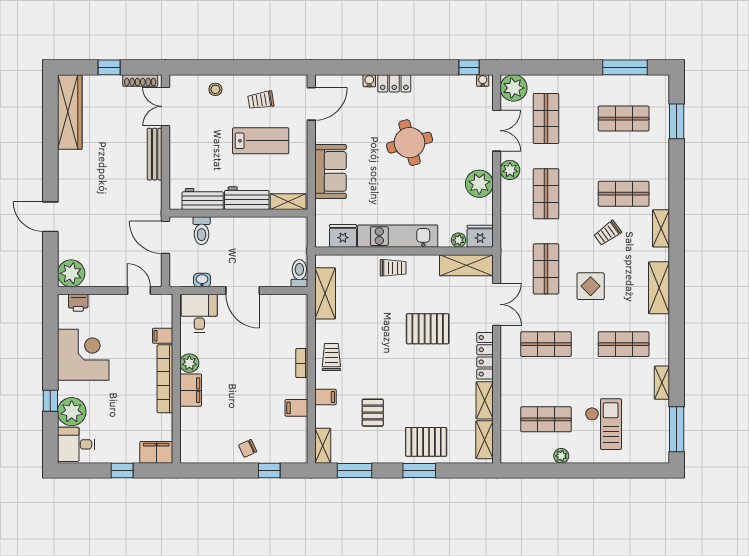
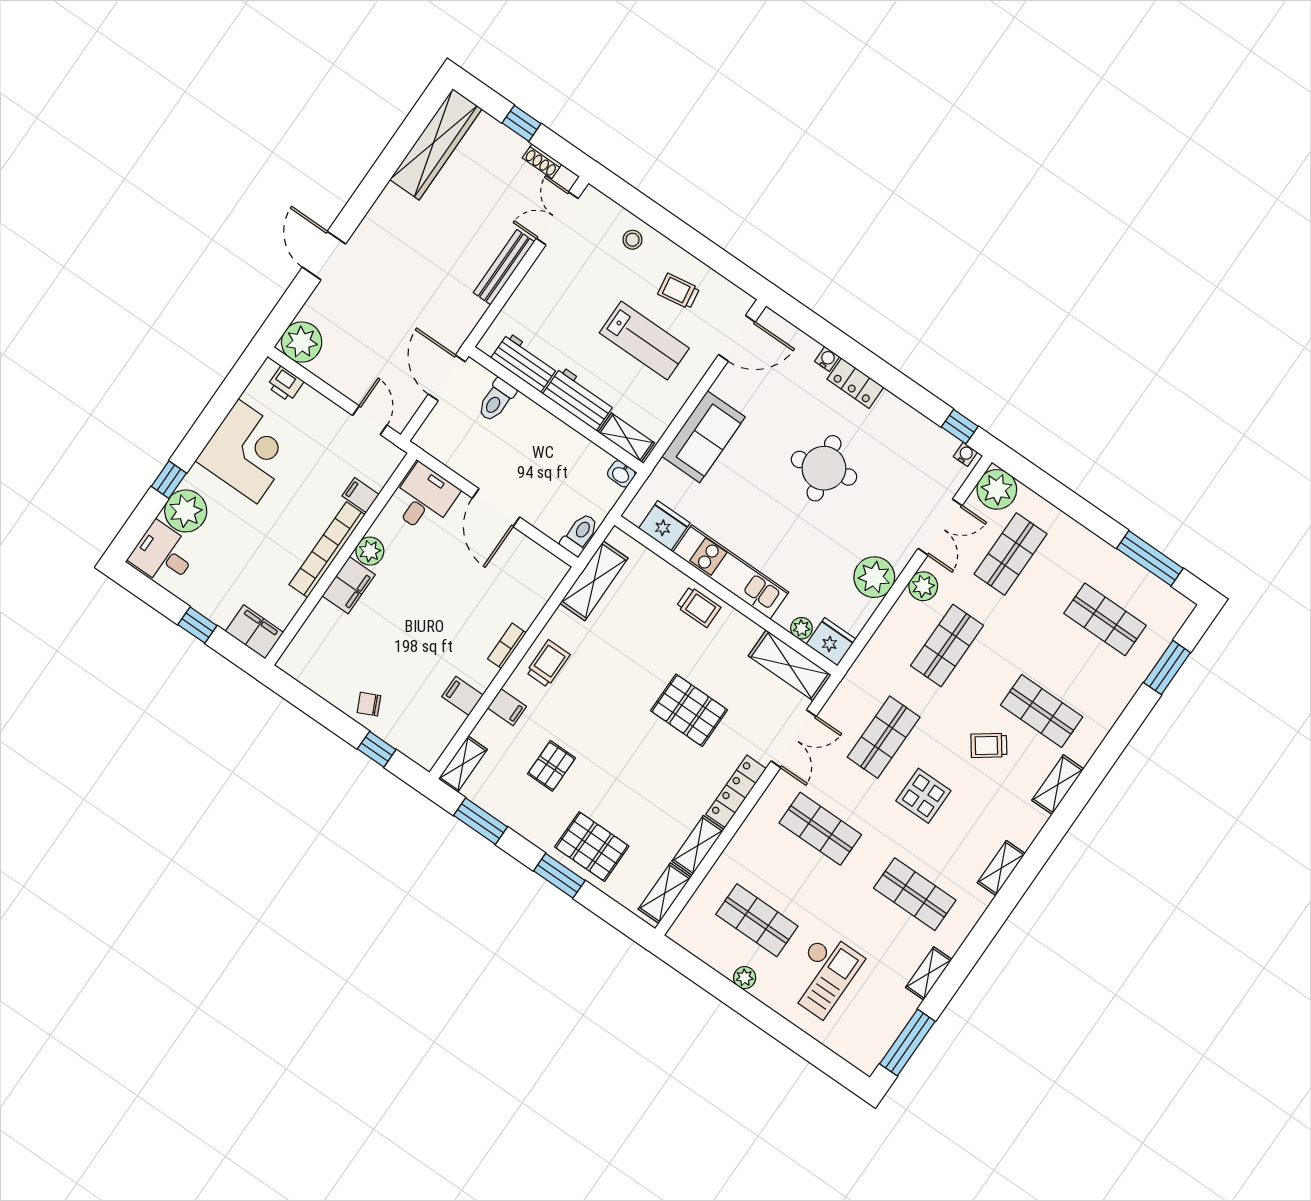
shoe rack: (140, 80) -> (542, 161), width x0.70
washbasin: (202, 280) -> (621, 474), moved, turned 180
shelving: (659, 288) -> (1001, 868), width x0.67, depth x0.75

